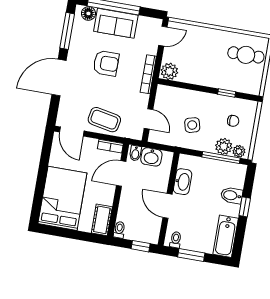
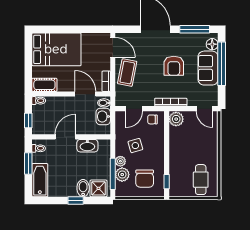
window: (227, 93) -> (167, 182), moved
chair: (165, 99) -> (152, 119), added
chair: (233, 121) -> (145, 179), width x1.87, depth x1.87
door: (72, 131) -> (113, 47), swing flipped
plant: (239, 151) -> (120, 161), moved
shower: (235, 177) -> (98, 188), added
bathtub: (226, 236) -> (40, 180), moved, turned 90

